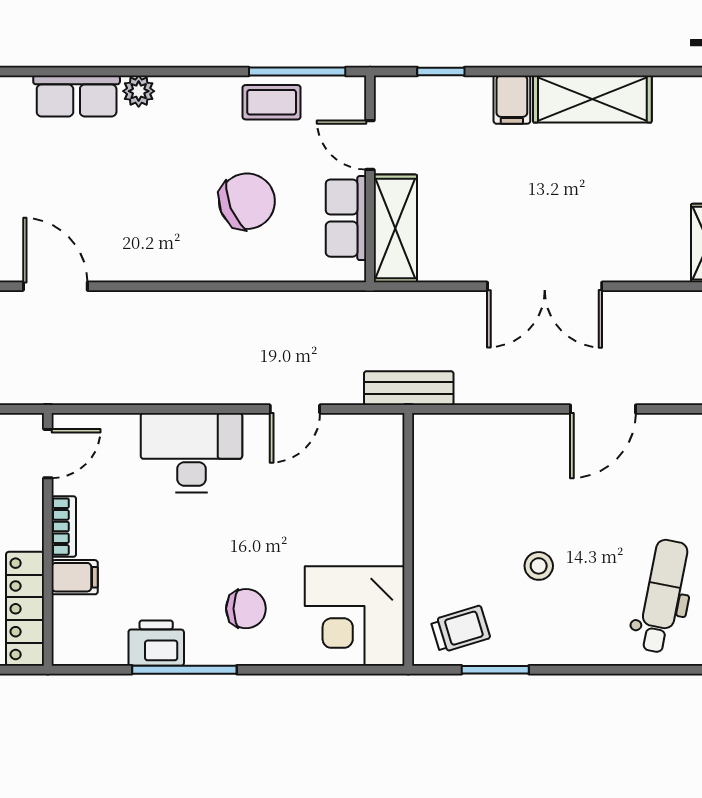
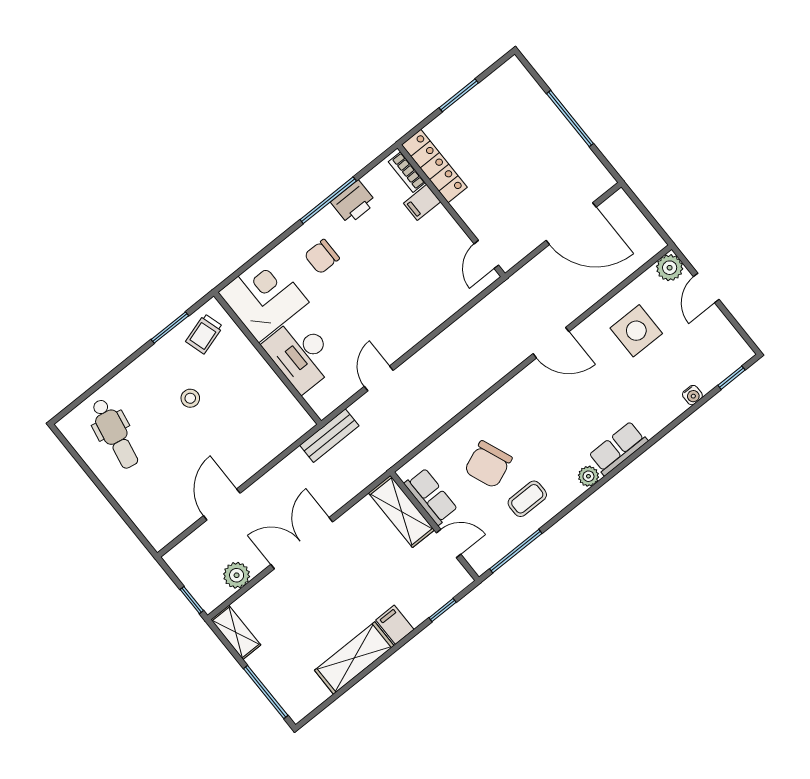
coffee table: (272, 102) -> (527, 499), moved
plant: (653, 310) -> (237, 575), added
desk: (191, 453) -> (301, 354), moved, turned 90
bookcase: (64, 527) -> (407, 172), moved

